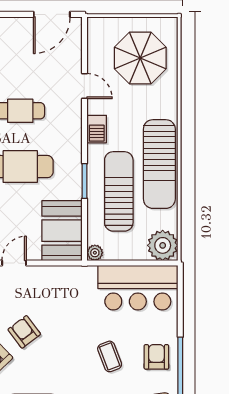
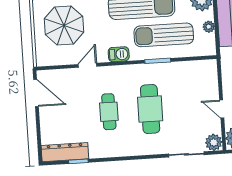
booth: (62, 231) -> (195, 75), removed
plant: (95, 253) -> (209, 27), moved

